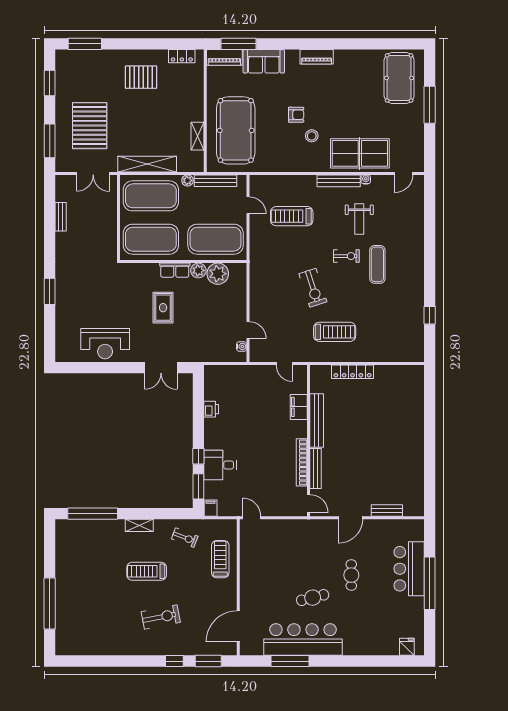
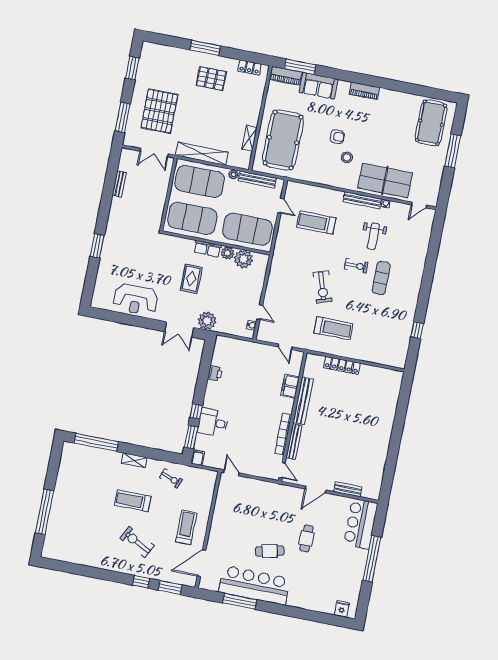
window: (85, 44) -> (205, 48), moved
plant: (190, 352) -> (207, 321), added
treadmill: (220, 559) -> (186, 528), moved
bar counter: (409, 569) -> (361, 524), moved
exercise bike: (161, 617) -> (137, 542), turned -142

